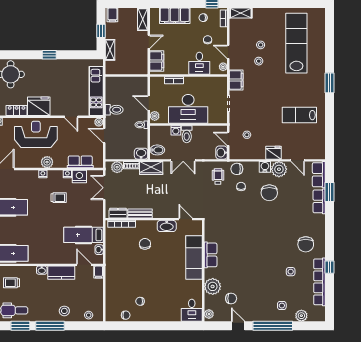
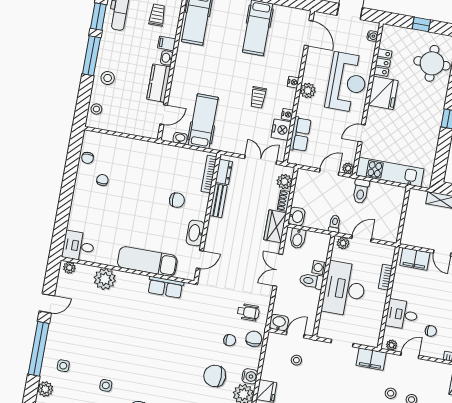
row of seats: (211, 255) -> (166, 287), moved
filing cabinet: (99, 272) -> (167, 43), moved
chair: (231, 298) -> (85, 301), removed

